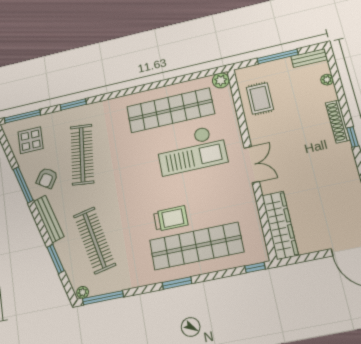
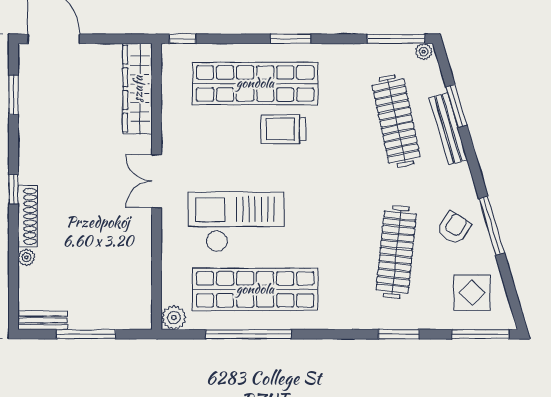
plant: (327, 80) -> (26, 257), moved
window: (169, 82) -> (249, 334), added
rug: (260, 98) -> (125, 276), removed
bench: (49, 219) -> (448, 129), moved

